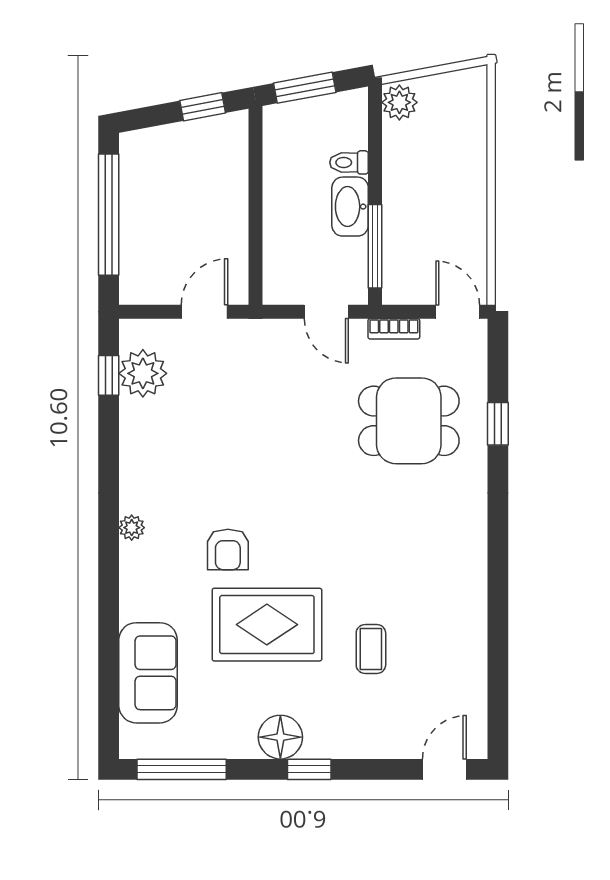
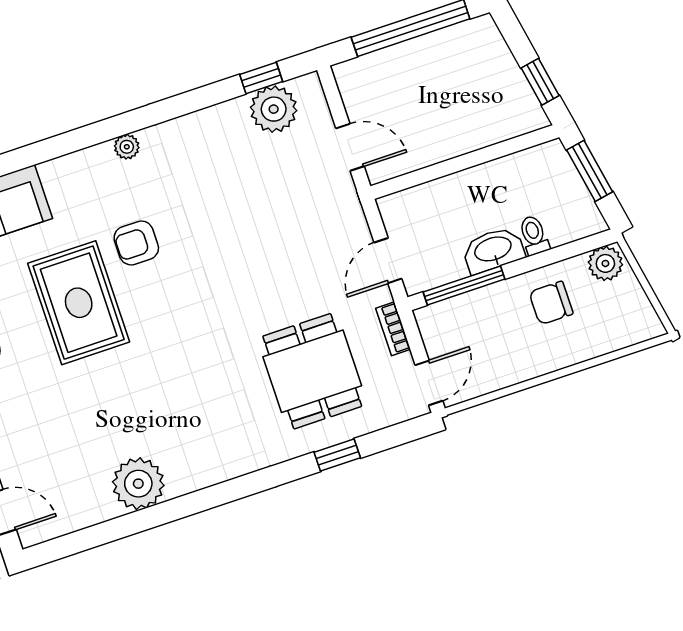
chair: (420, 168) -> (551, 303), added
plant: (461, 625) -> (138, 484), added
coffee table: (371, 649) -> (88, 407), removed

